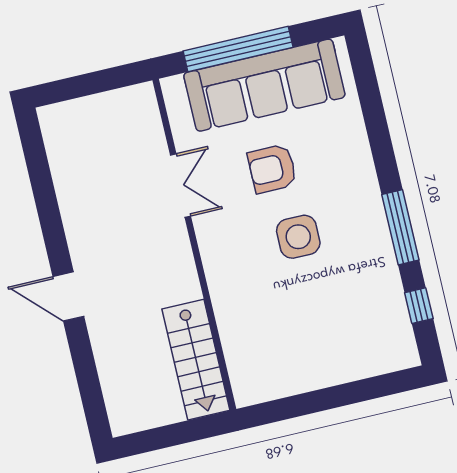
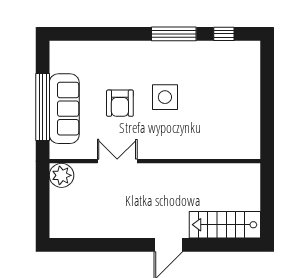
sofa: (264, 85) -> (64, 109), width x0.74, depth x0.79
plant: (138, 104) -> (62, 175), added
stairs: (196, 360) -> (225, 225), moved, turned 180

